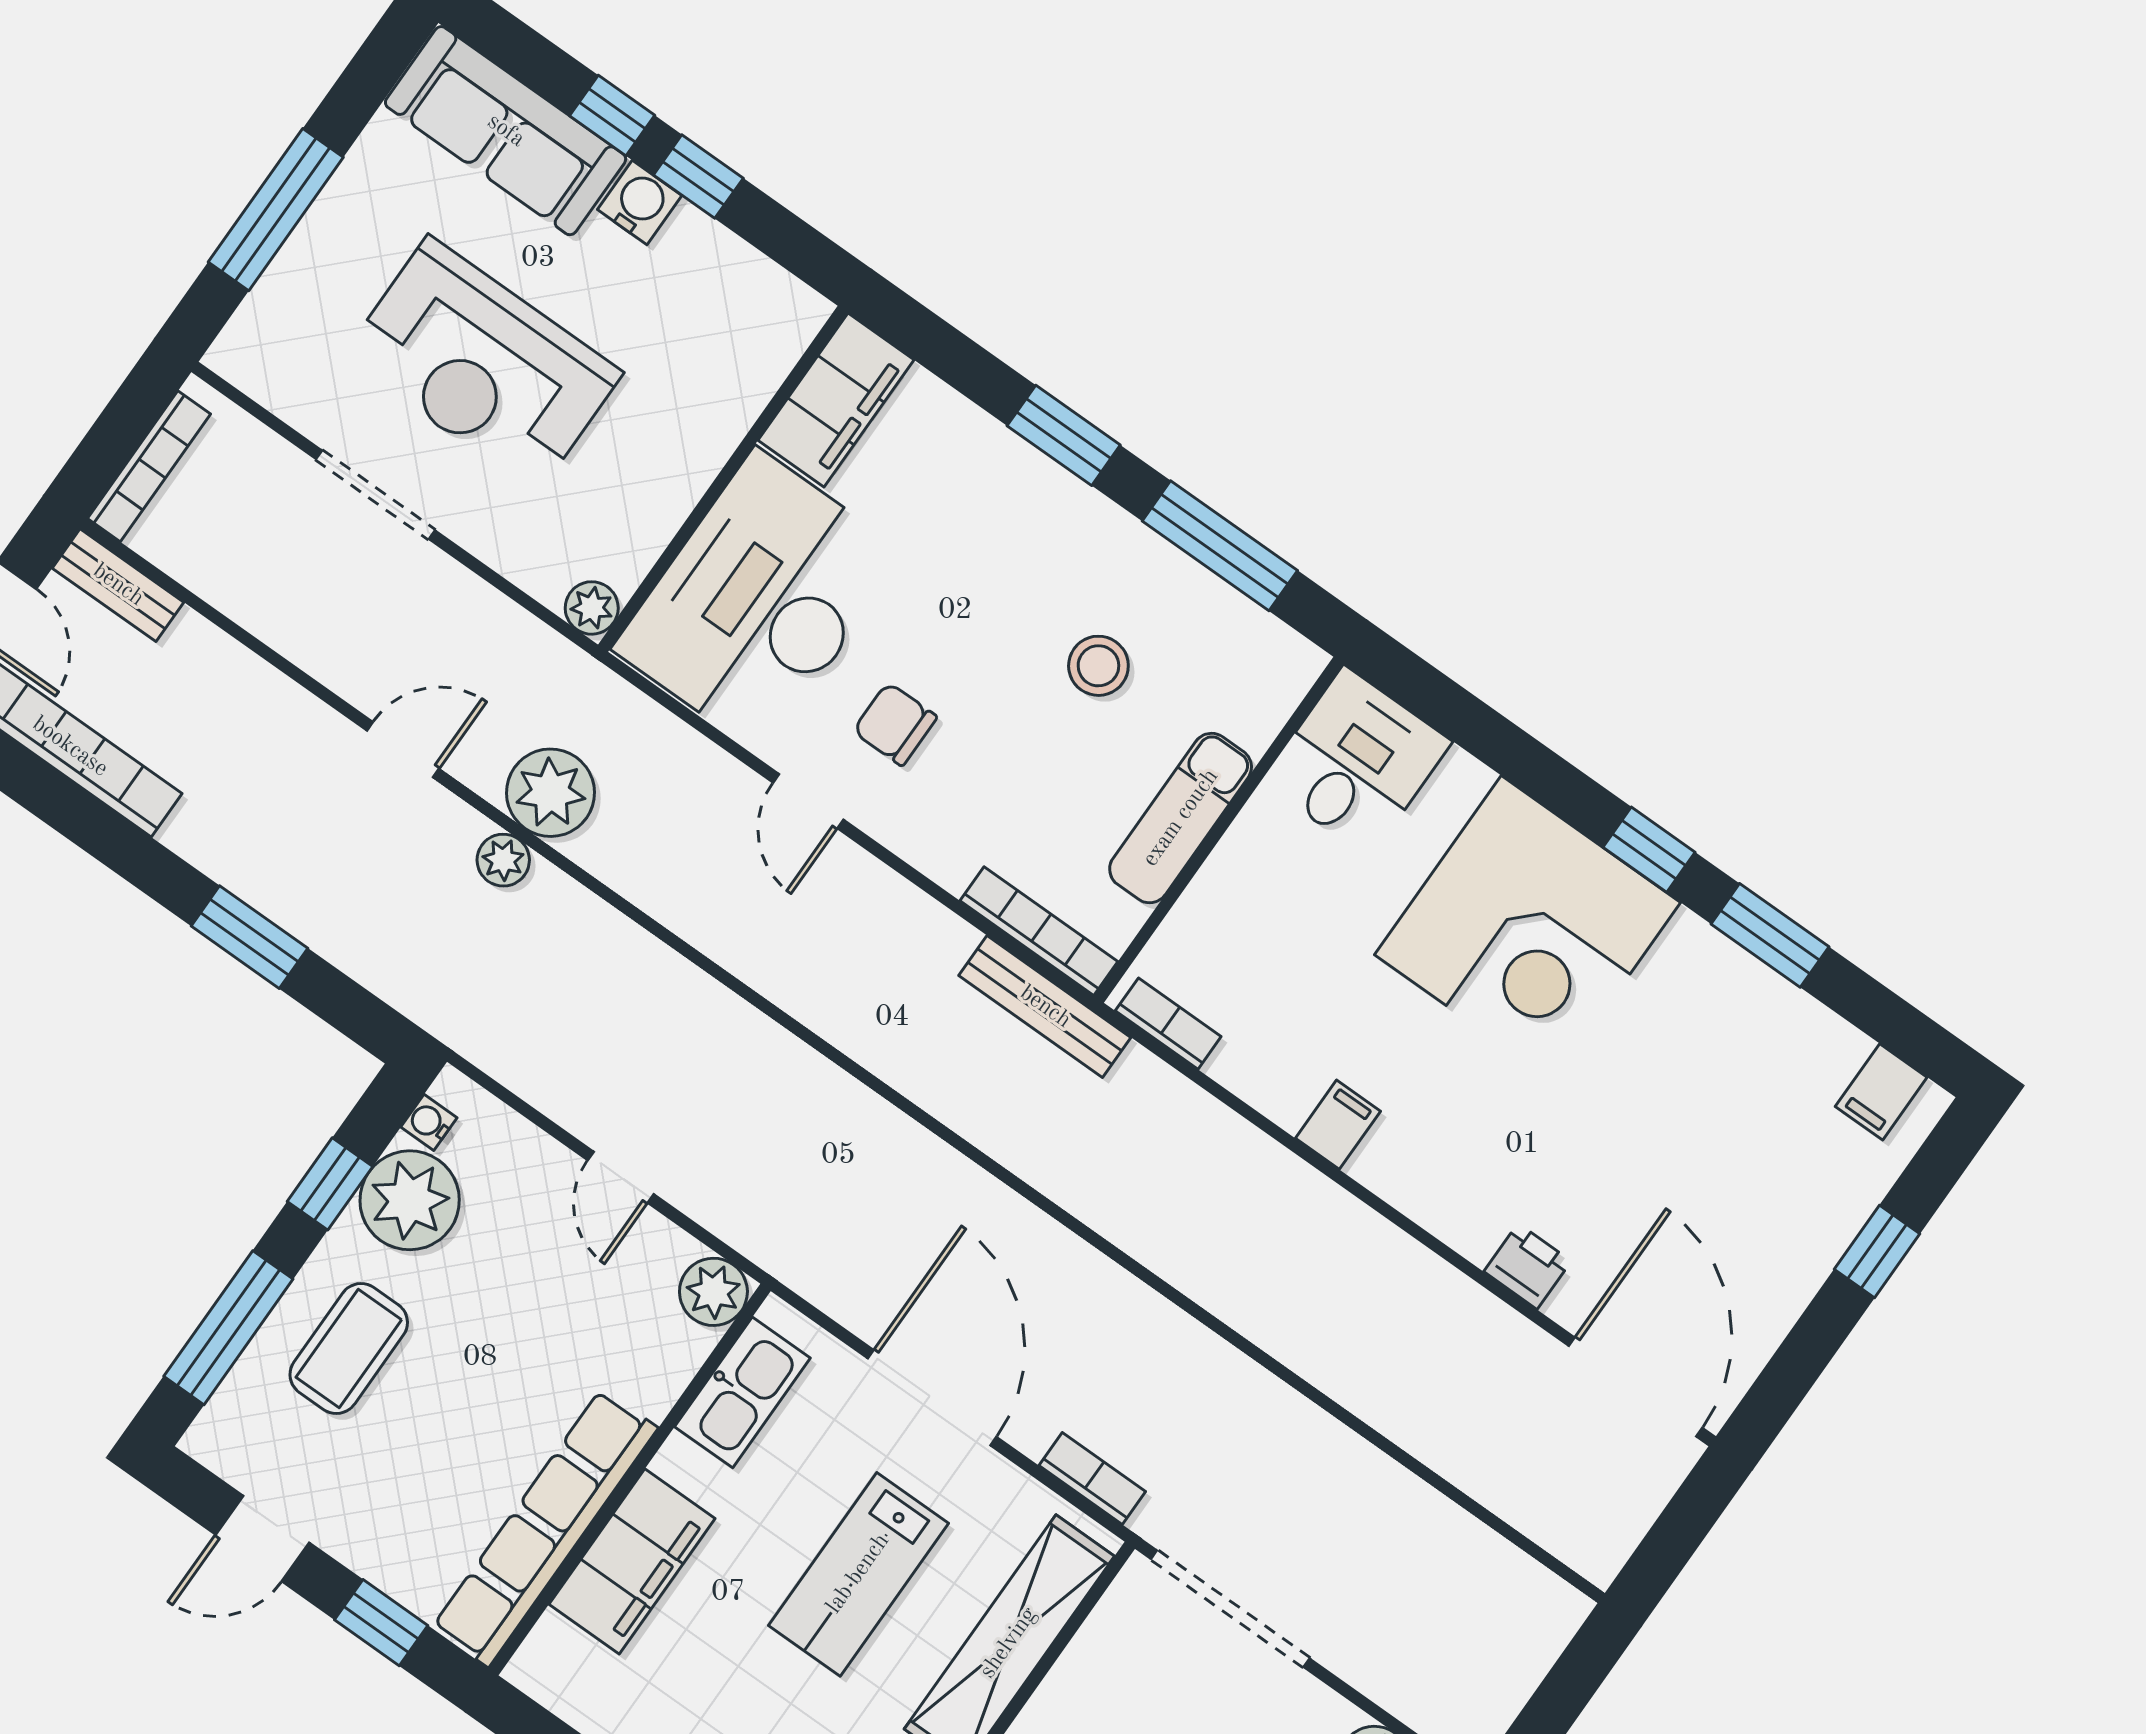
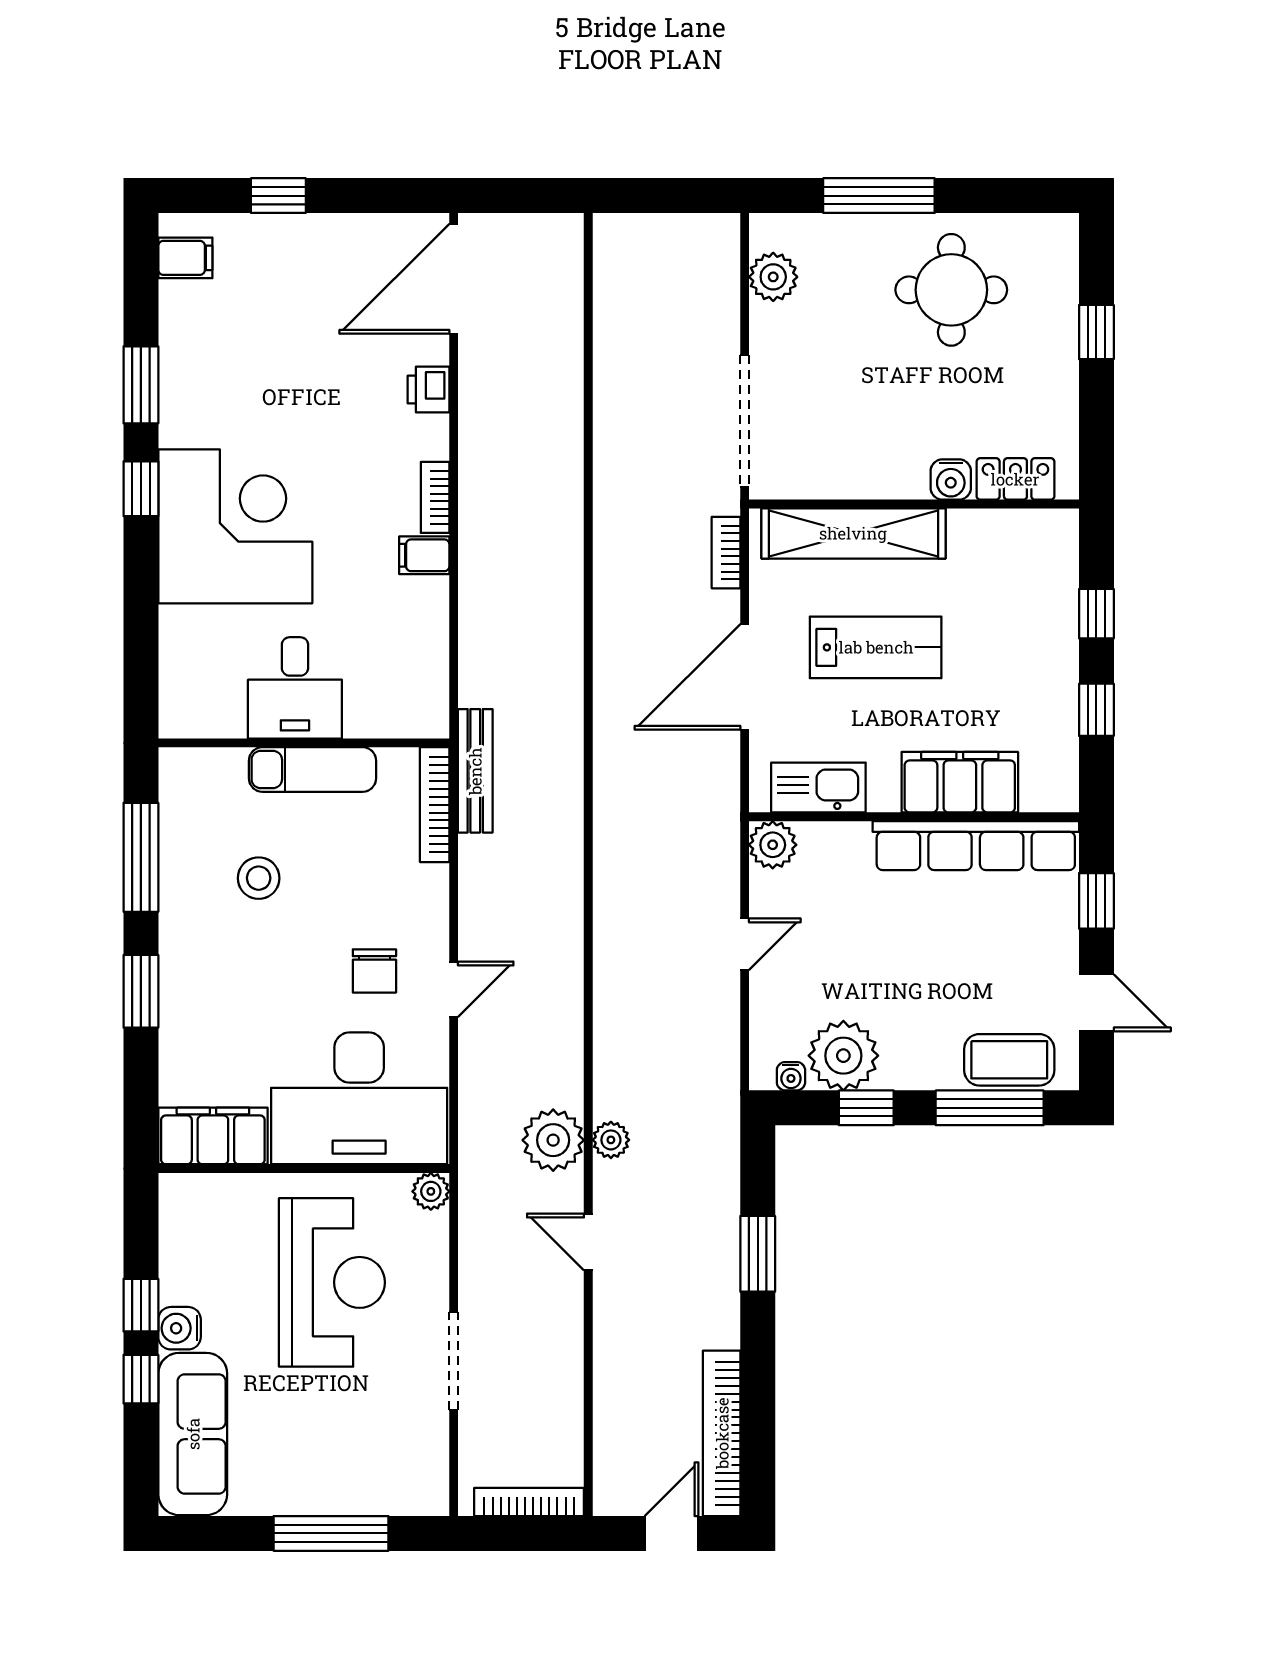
reception desk: (483, 365) -> (332, 1282), moved
bench: (118, 585) -> (610, 1472), removed
desk: (1357, 762) -> (295, 688), moved, turned -90
bookcase: (1168, 1024) -> (435, 497), moved
coffee table: (349, 1348) -> (1009, 1060), moved

